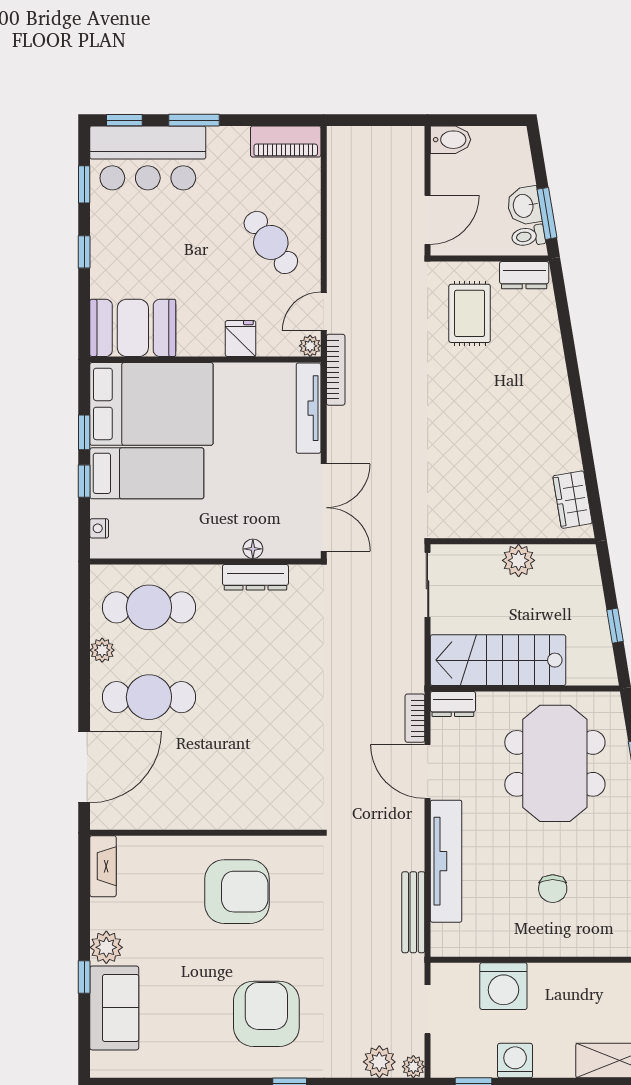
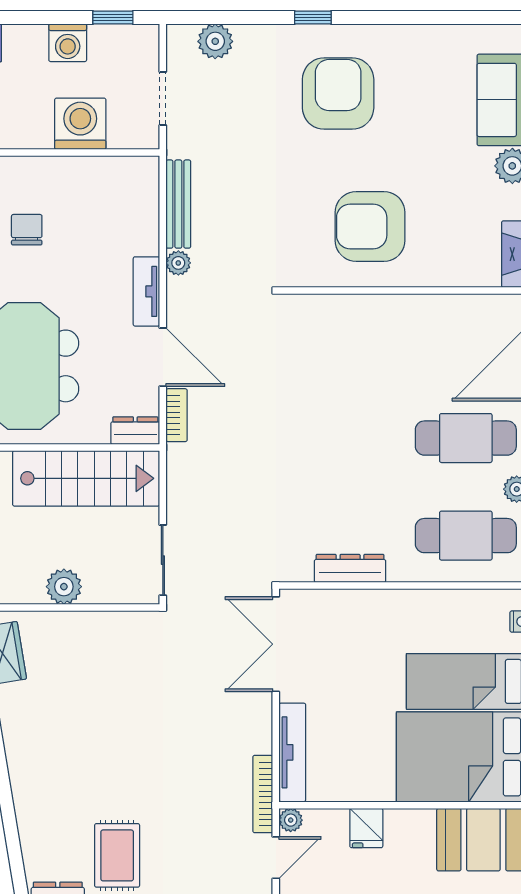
floor lamp: (253, 549) -> (353, 599), removed
tv unit: (446, 861) -> (146, 291), width x0.52, depth x0.78
armchair: (266, 1014) -> (338, 94), turned 180
plant: (413, 1067) -> (178, 263), moved

